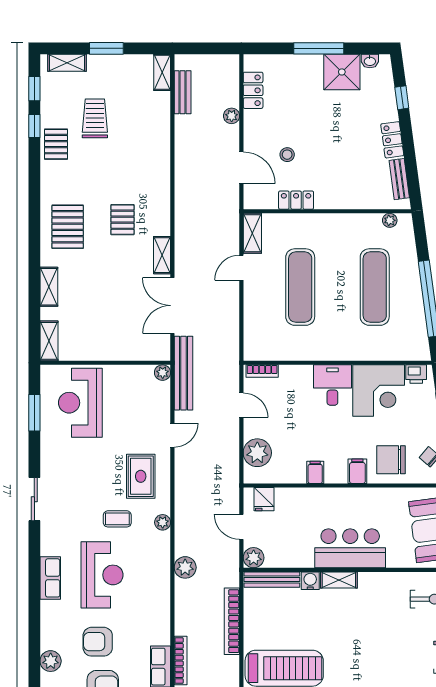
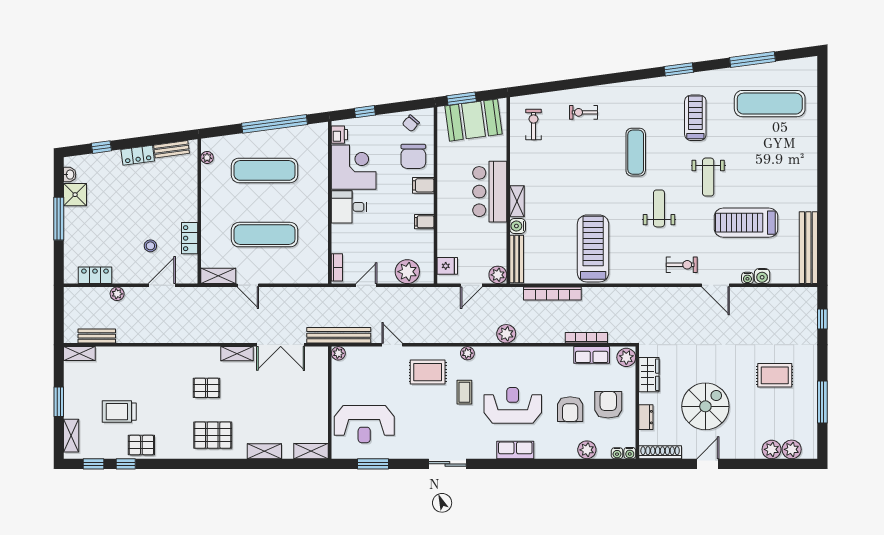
shower: (342, 72) -> (75, 195), width x0.73, depth x0.73

